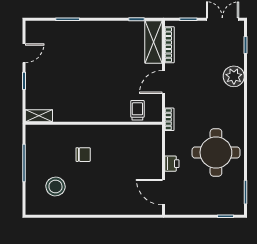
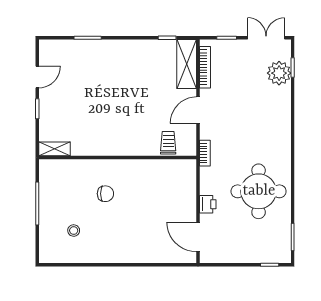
plant: (234, 76) -> (279, 73), moved
stool: (55, 186) -> (74, 231), width x0.53, depth x0.53

